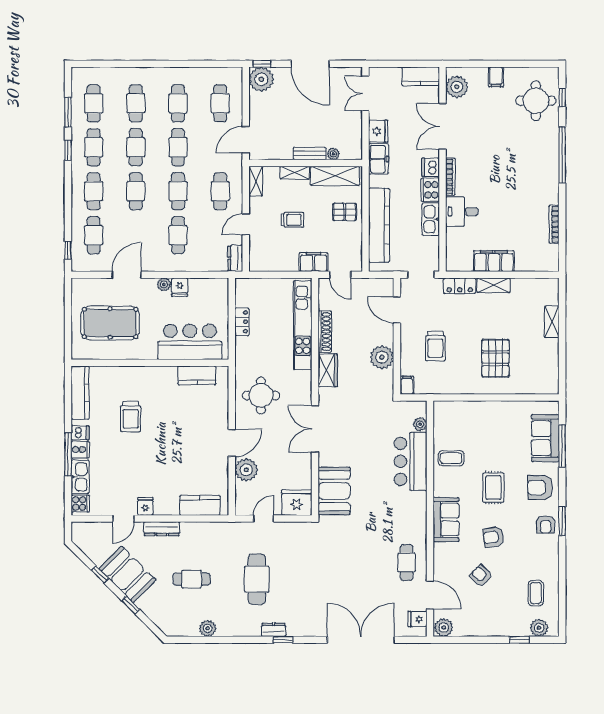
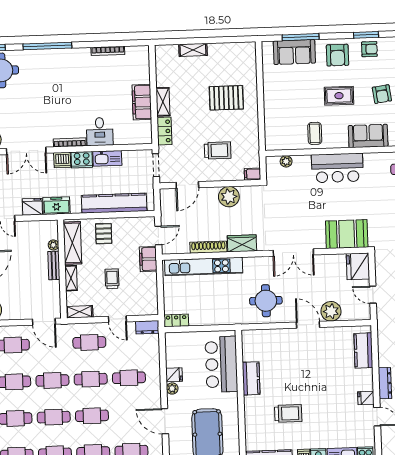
locker: (242, 322) -> (176, 320), moved
kitchen counter: (197, 375) -> (251, 378), moved
bar counter: (411, 461) -> (337, 168), moved

